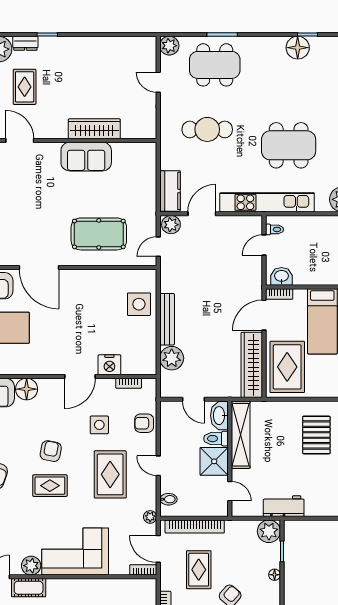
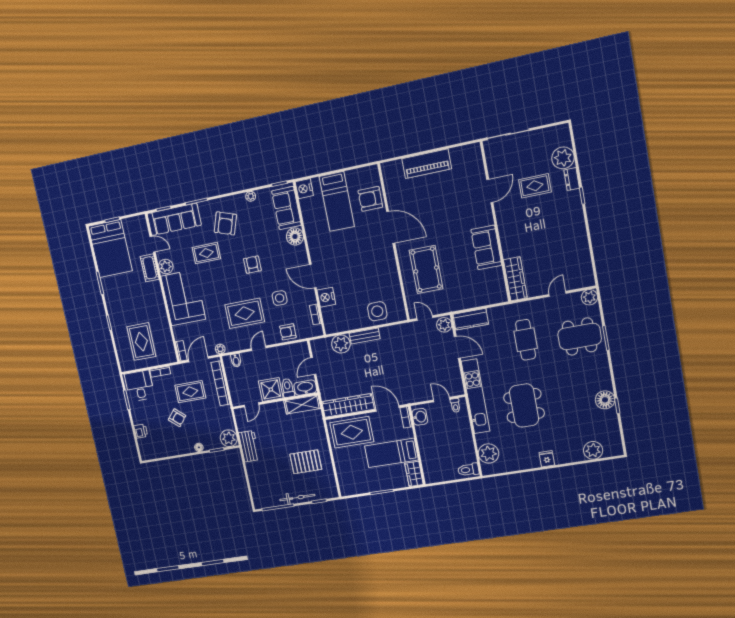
dining table: (215, 65) -> (580, 337), turned 90
wardrobe: (94, 129) -> (515, 279), moved
door: (39, 267) -> (391, 227), swing flipped
bench: (167, 319) -> (365, 336), width x0.73
armchair: (144, 423) -> (288, 332), turned -90
shelving: (241, 435) -> (302, 405), width x0.68
armchair: (51, 451) -> (252, 265), turned -101
rug: (50, 486) -> (206, 253), moved, turned 90

